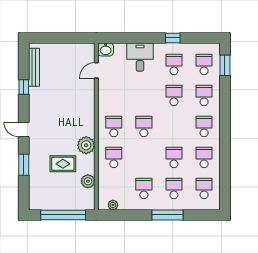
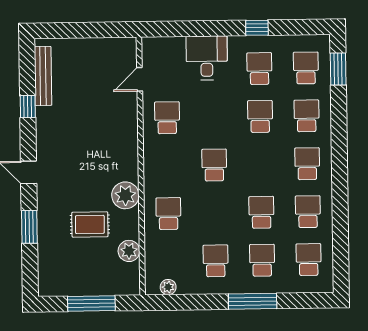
washbasin: (106, 49) -> (153, 47), removed
school desk: (114, 126) -> (167, 118), moved
window: (63, 215) -> (91, 303), width x0.68

